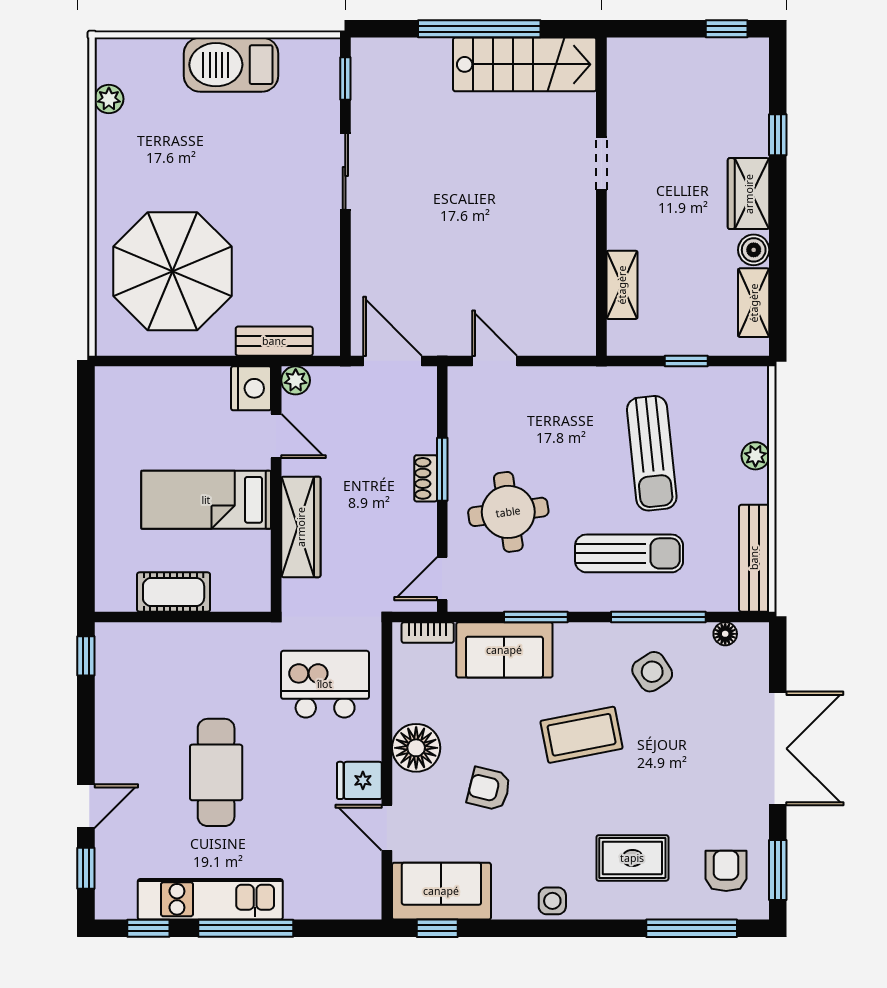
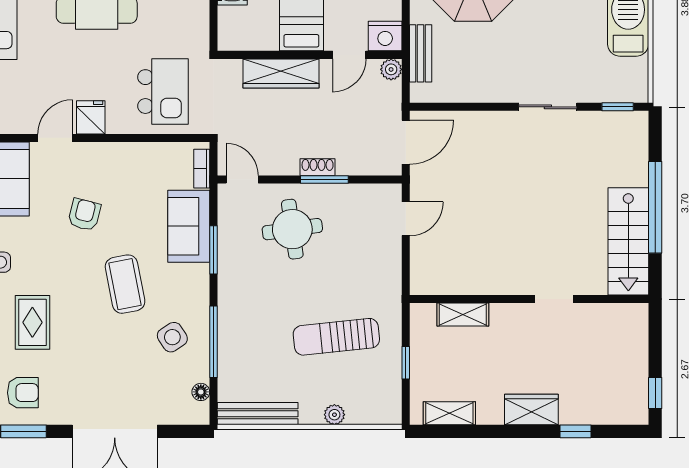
boiler: (754, 250) -> (489, 413), removed
sun lounger: (629, 553) -> (261, 320), removed
floor lamp: (416, 748) -> (115, 160), removed

